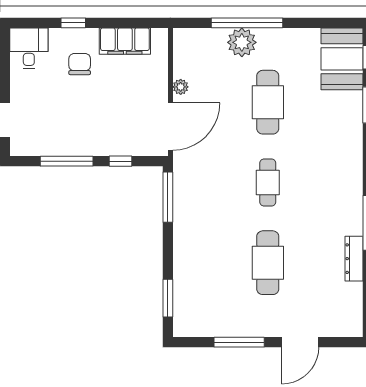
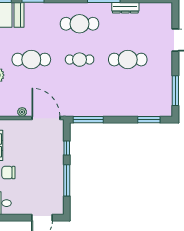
cafe table: (327, 182) -> (80, 24), added
window: (239, 342) -> (175, 91), moved

